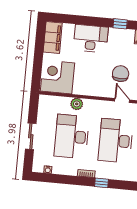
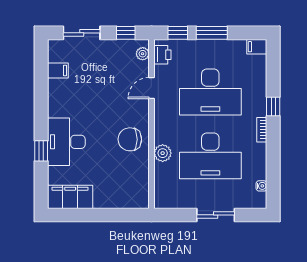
window: (120, 24) -> (41, 151), moved
chair: (121, 74) -> (130, 139), moved
corner desk: (58, 77) -> (126, 184), removed

